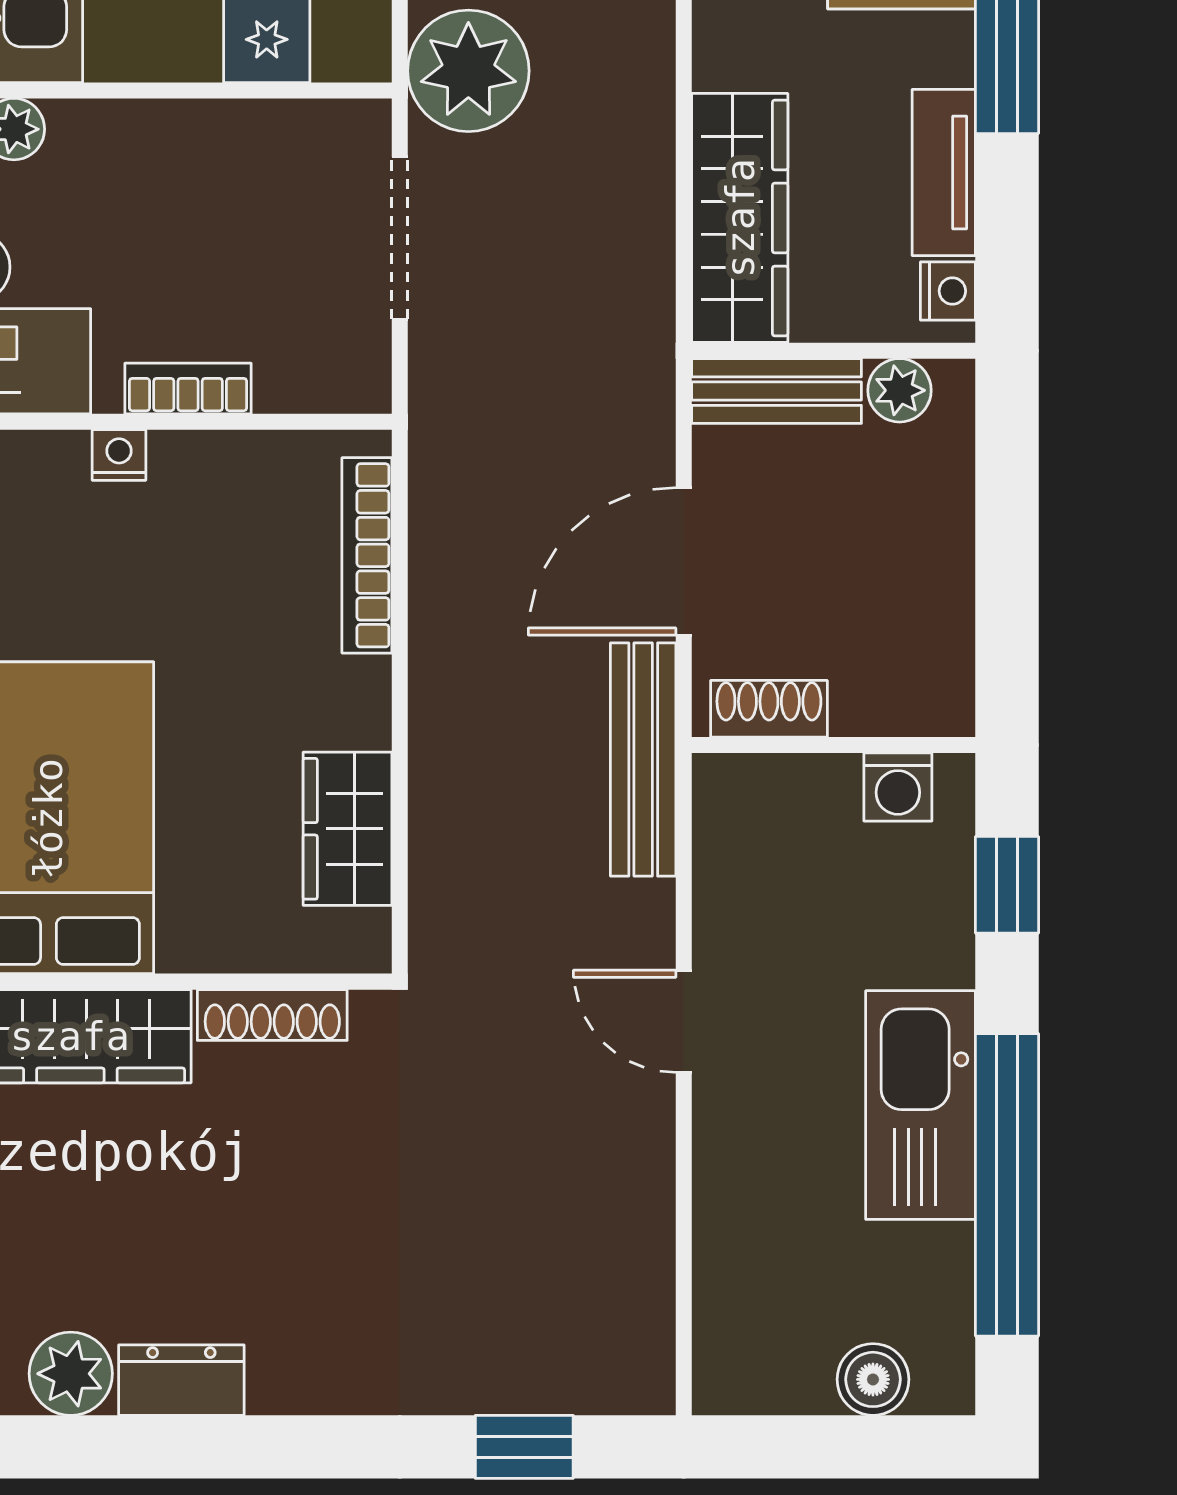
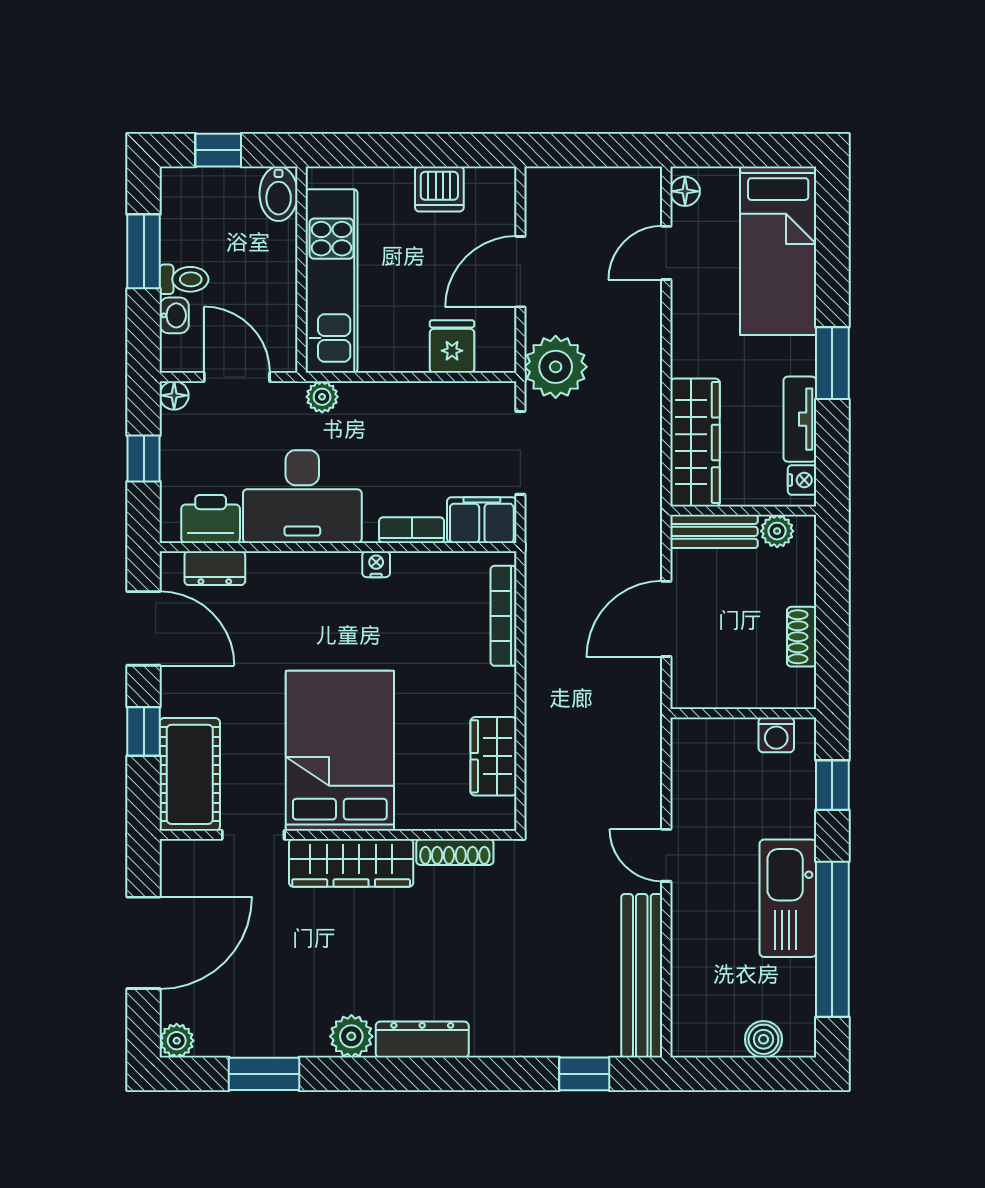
filing cabinet: (325, 369) -> (482, 520), added
shoe rack: (769, 709) -> (802, 637), moved, turned -90
bench: (643, 759) -> (642, 976), moved, width x1.37, depth x1.21
dresser: (181, 1380) -> (422, 1040), width x1.44

